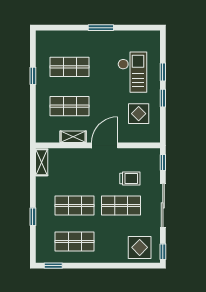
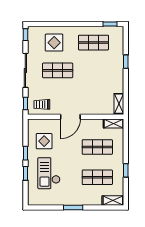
shelving: (49, 37) -> (113, 201), added
shelving: (73, 137) -> (113, 123), moved
trolley: (130, 179) -> (42, 104), moved
shop shelf: (75, 205) -> (93, 70), removed
display table: (140, 247) -> (54, 43), moved

